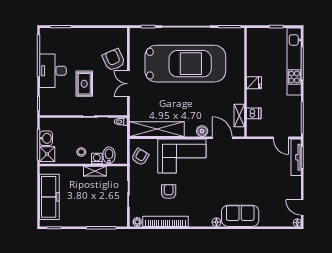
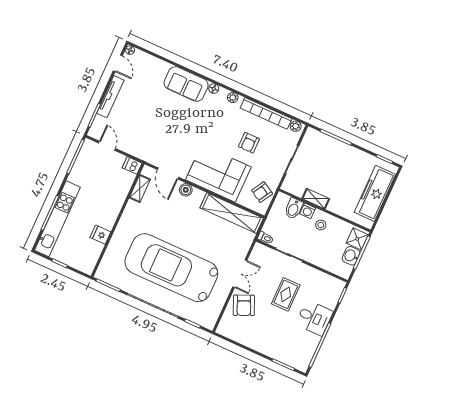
desk: (53, 71) -> (314, 318), width x0.73
fridge: (254, 83) -> (100, 235), moved
dishwasher: (254, 113) -> (132, 165), moved
tv unit: (296, 157) -> (110, 97), moved
plant: (198, 222) -> (233, 98), added

